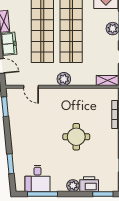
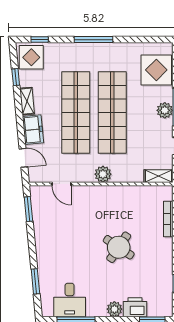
round table: (76, 137) -> (119, 247), turned 34

